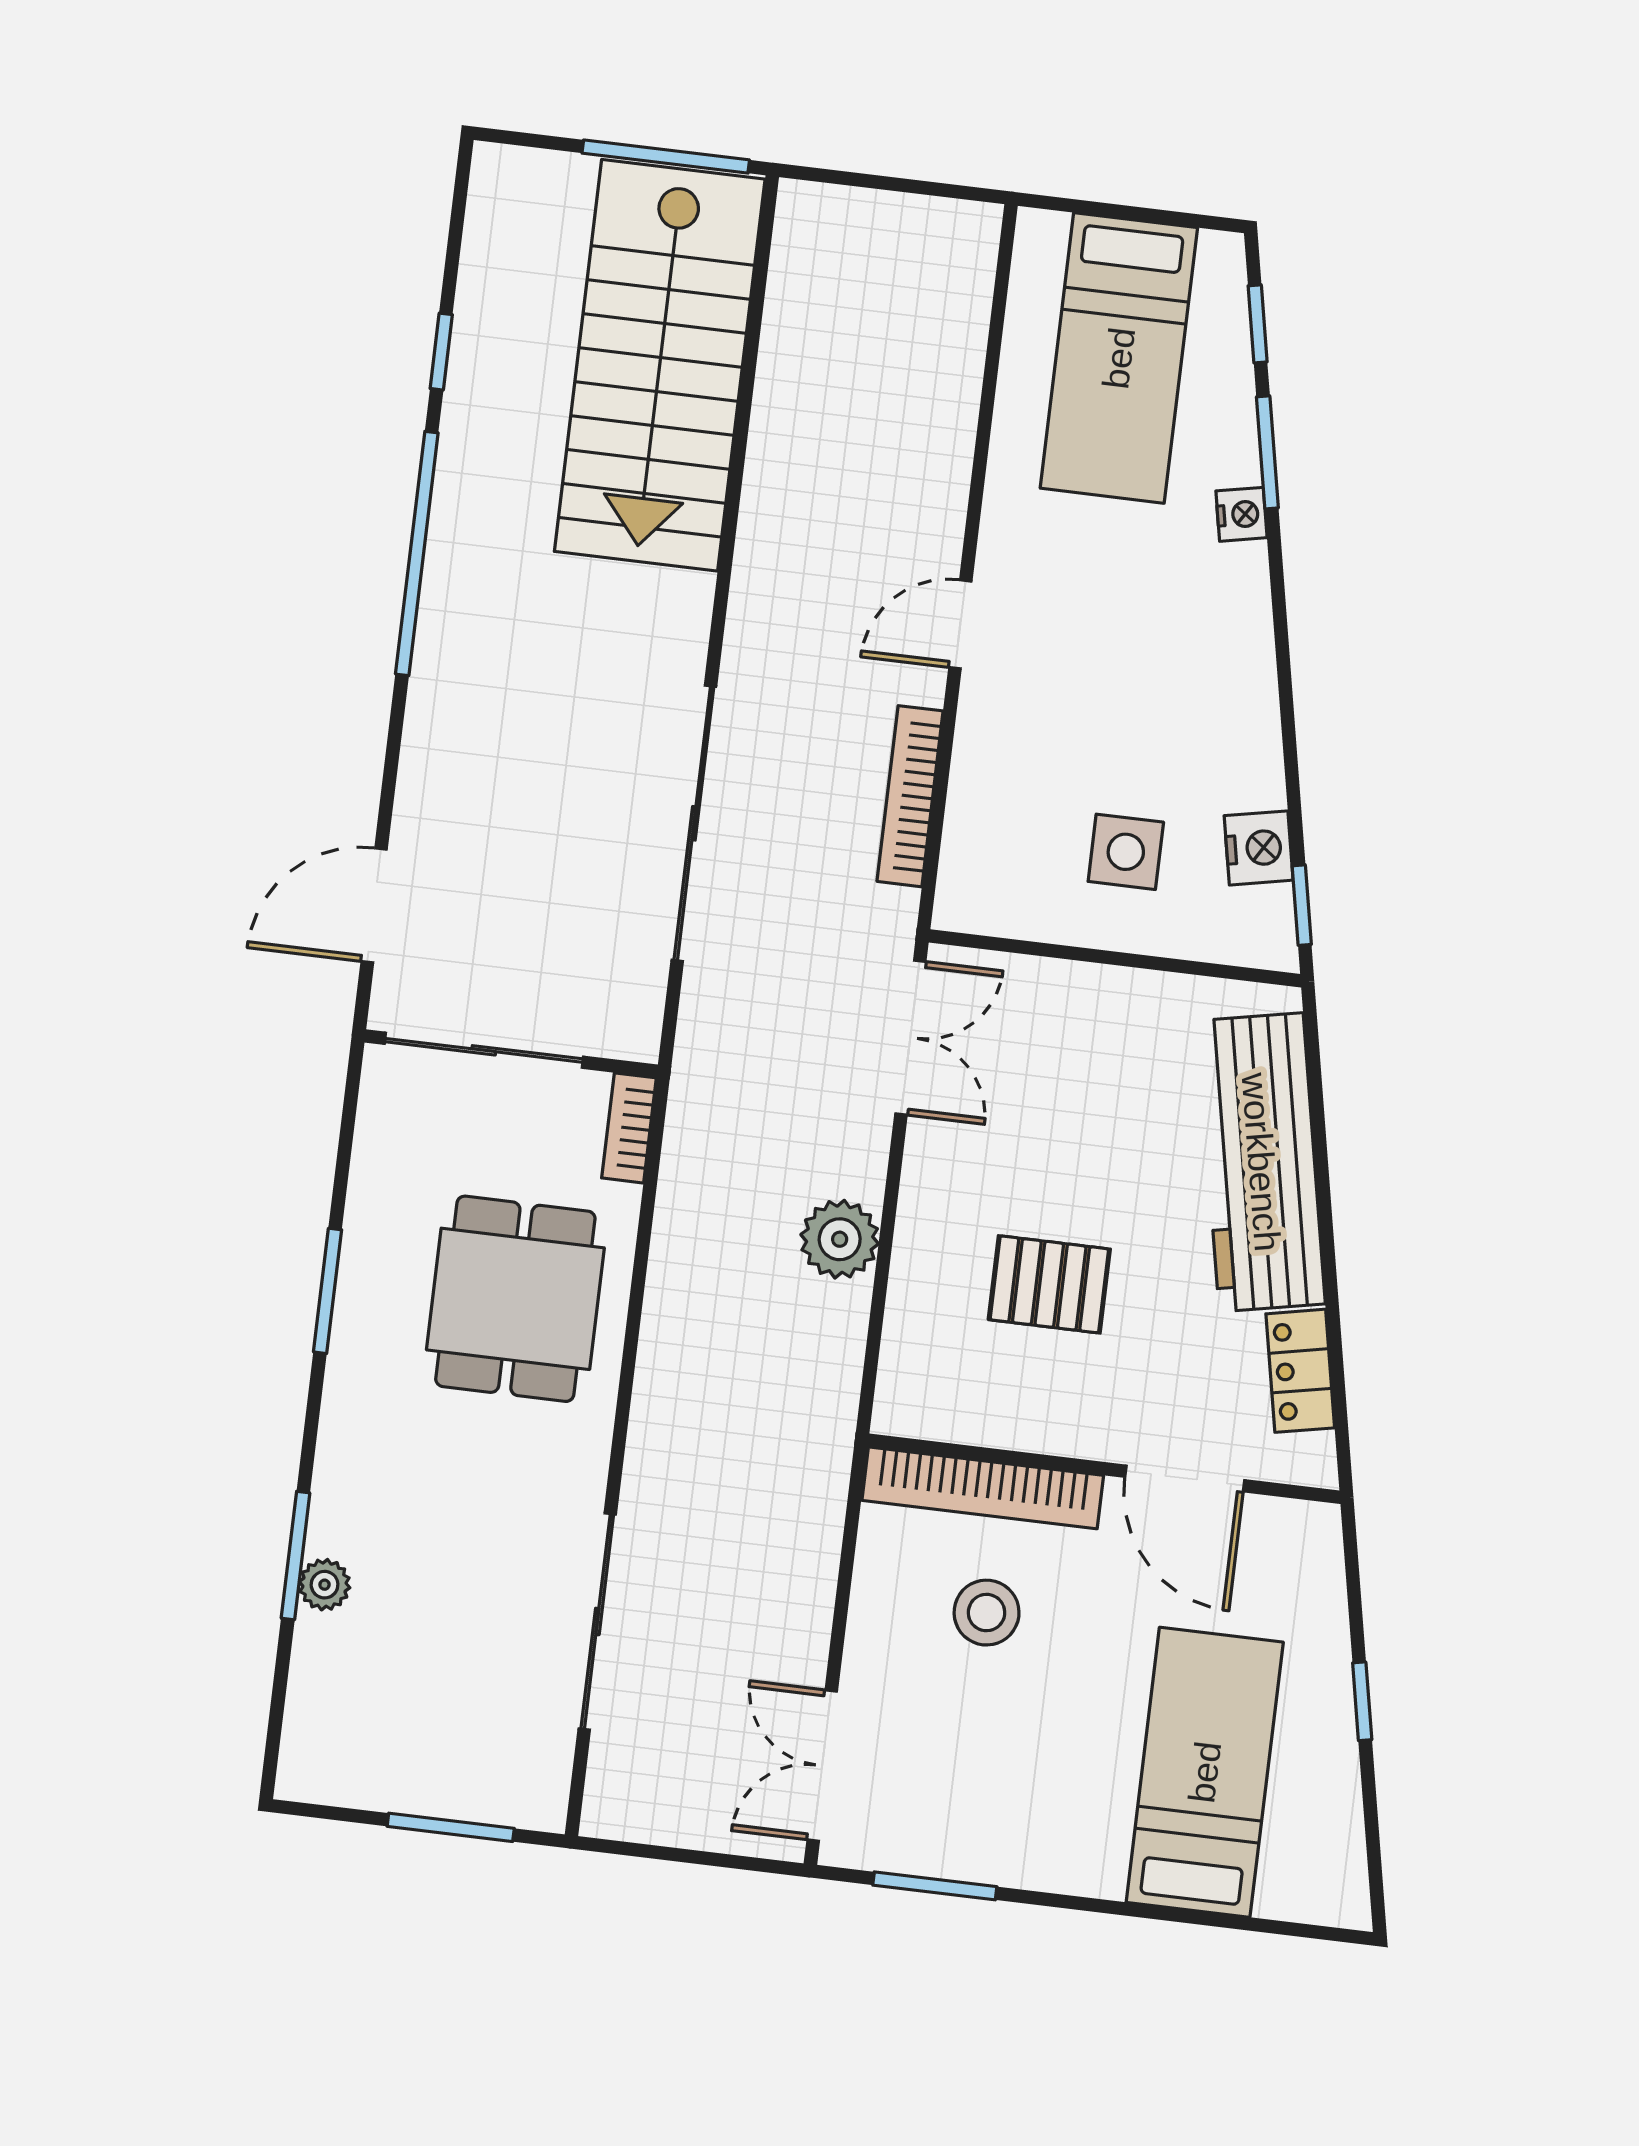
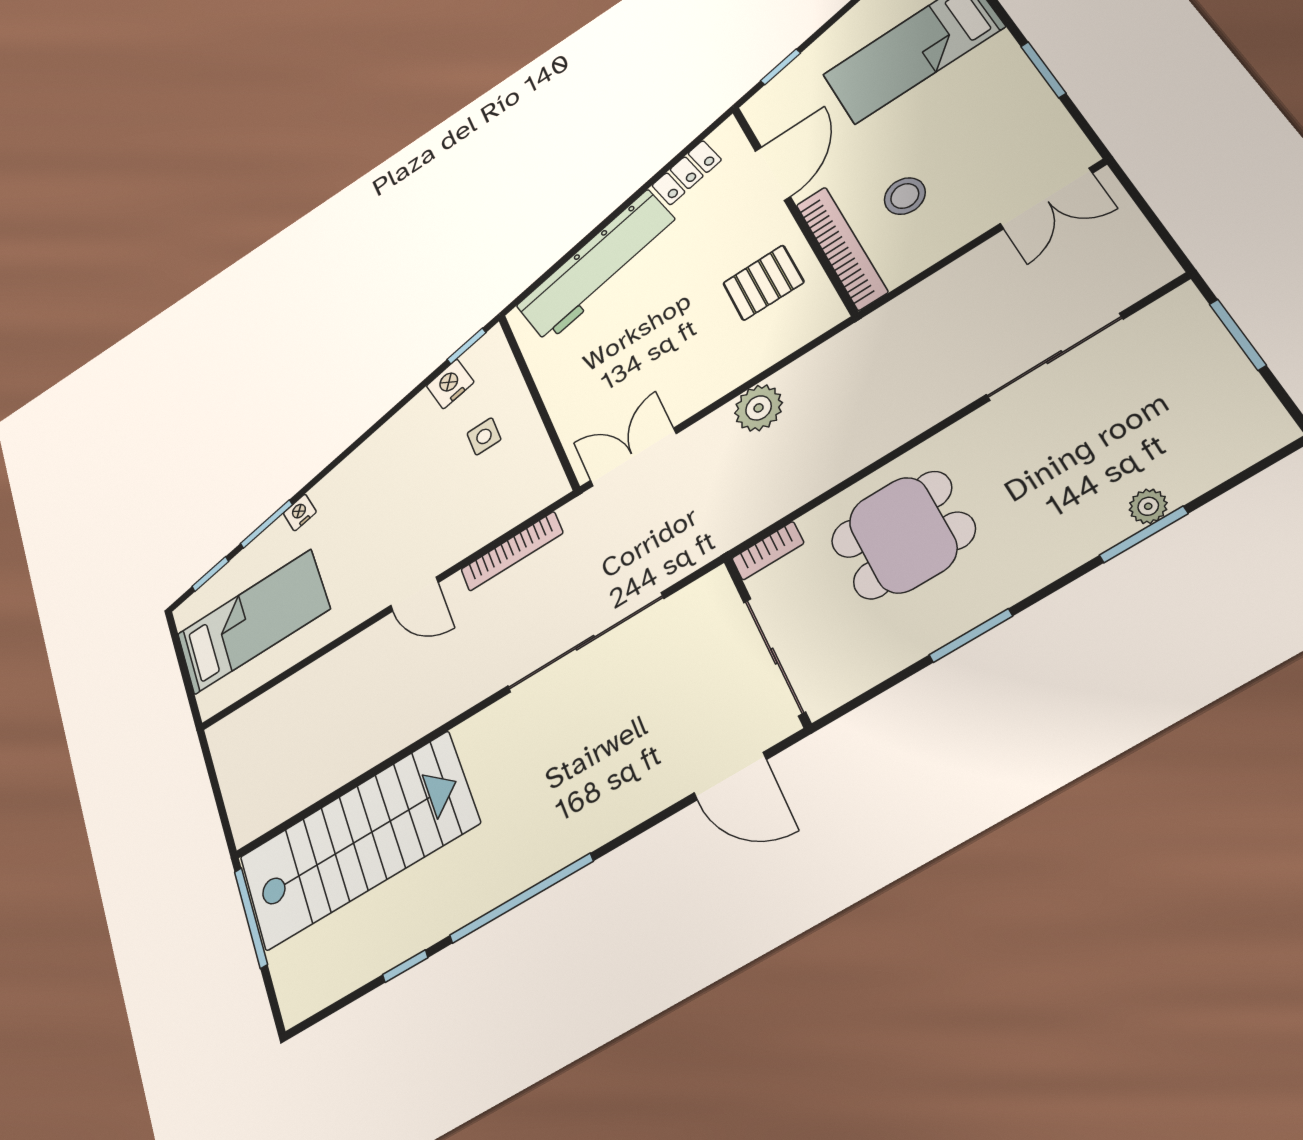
side table: (1126, 852) -> (484, 436), width x0.73, depth x0.73
pallet: (1049, 1284) -> (763, 283), moved, turned 90
window: (1362, 1701) -> (780, 67), moved
window: (935, 1886) -> (1043, 70), moved

